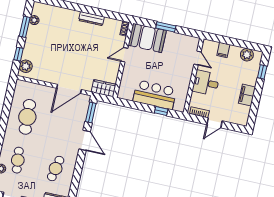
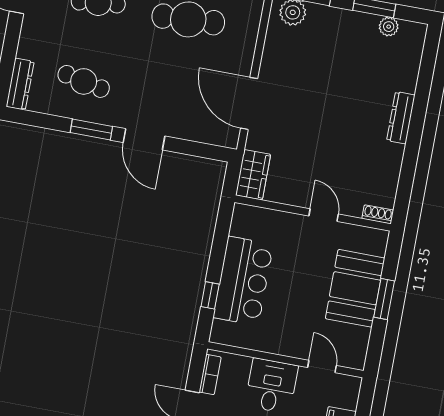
dresser: (91, 19) -> (401, 118), moved
booth: (147, 38) -> (355, 288), moved
door: (197, 58) -> (322, 366), swing flipped
window: (91, 112) -> (91, 130), moved
door: (85, 140) -> (144, 139), hinge flipped

